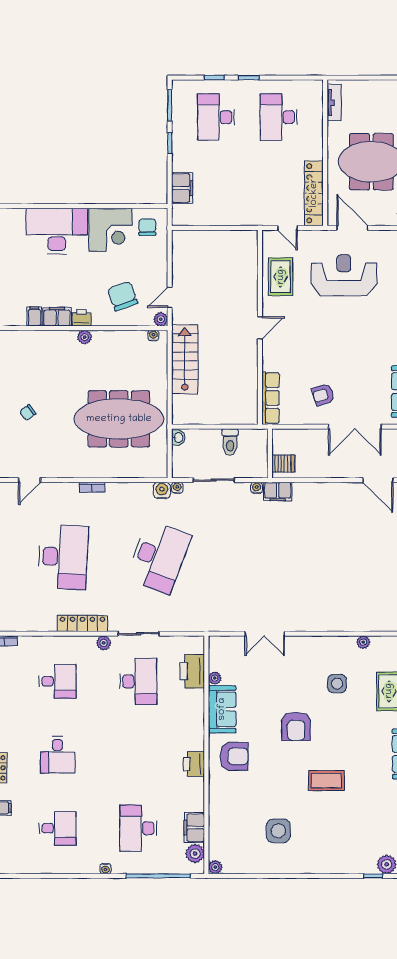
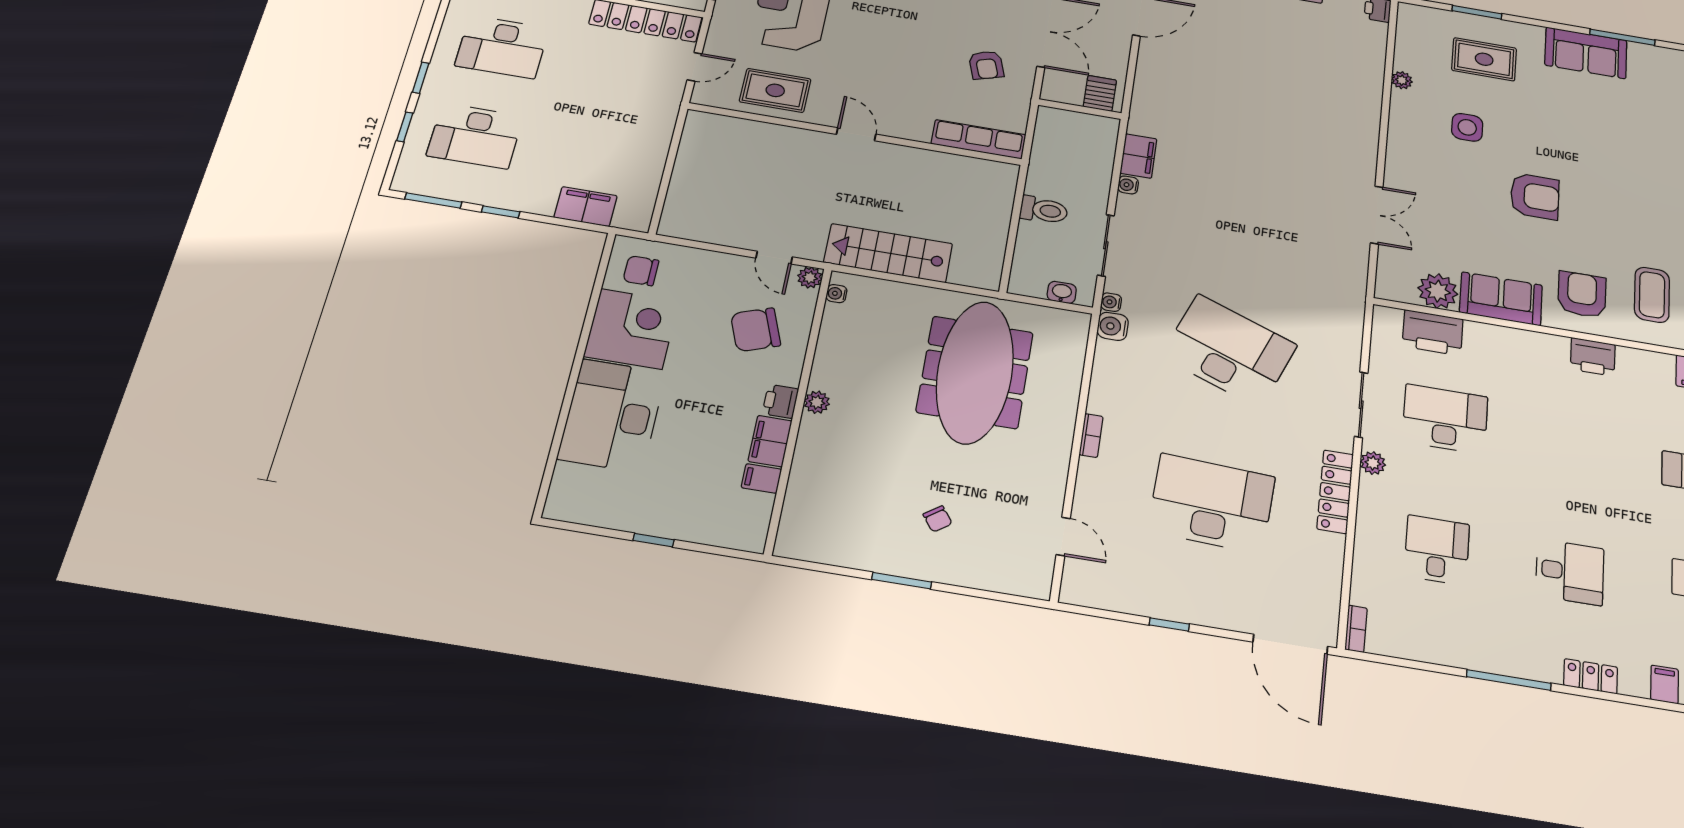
washbasin: (178, 438) -> (1062, 292), moved
wall: (270, 453) -> (1080, 109), moved
server rack: (283, 464) -> (1100, 93), moved
plant: (215, 678) -> (1438, 291), width x1.88, depth x1.88
coffee table: (326, 781) -> (1652, 295), moved

